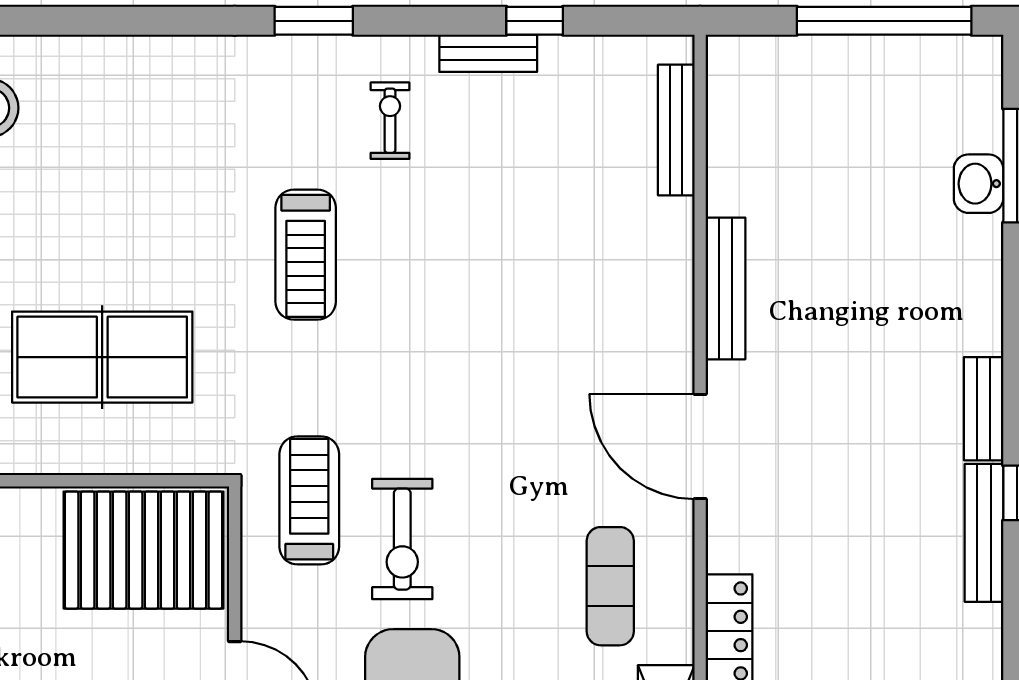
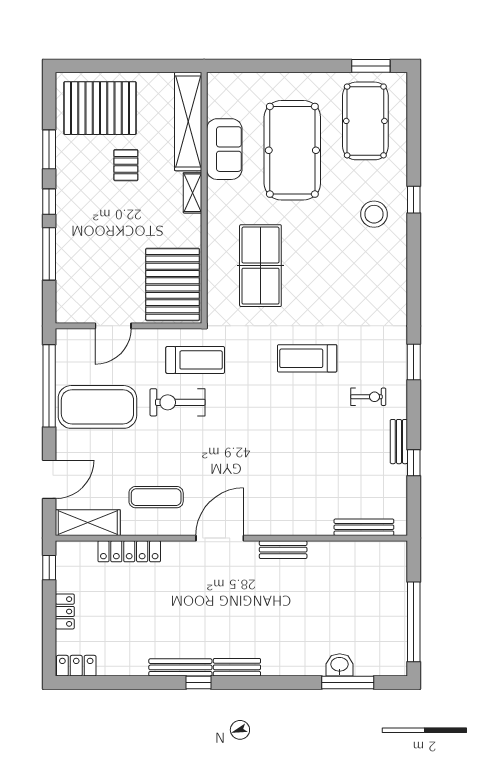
bench: (725, 288) -> (283, 550), width x0.73

